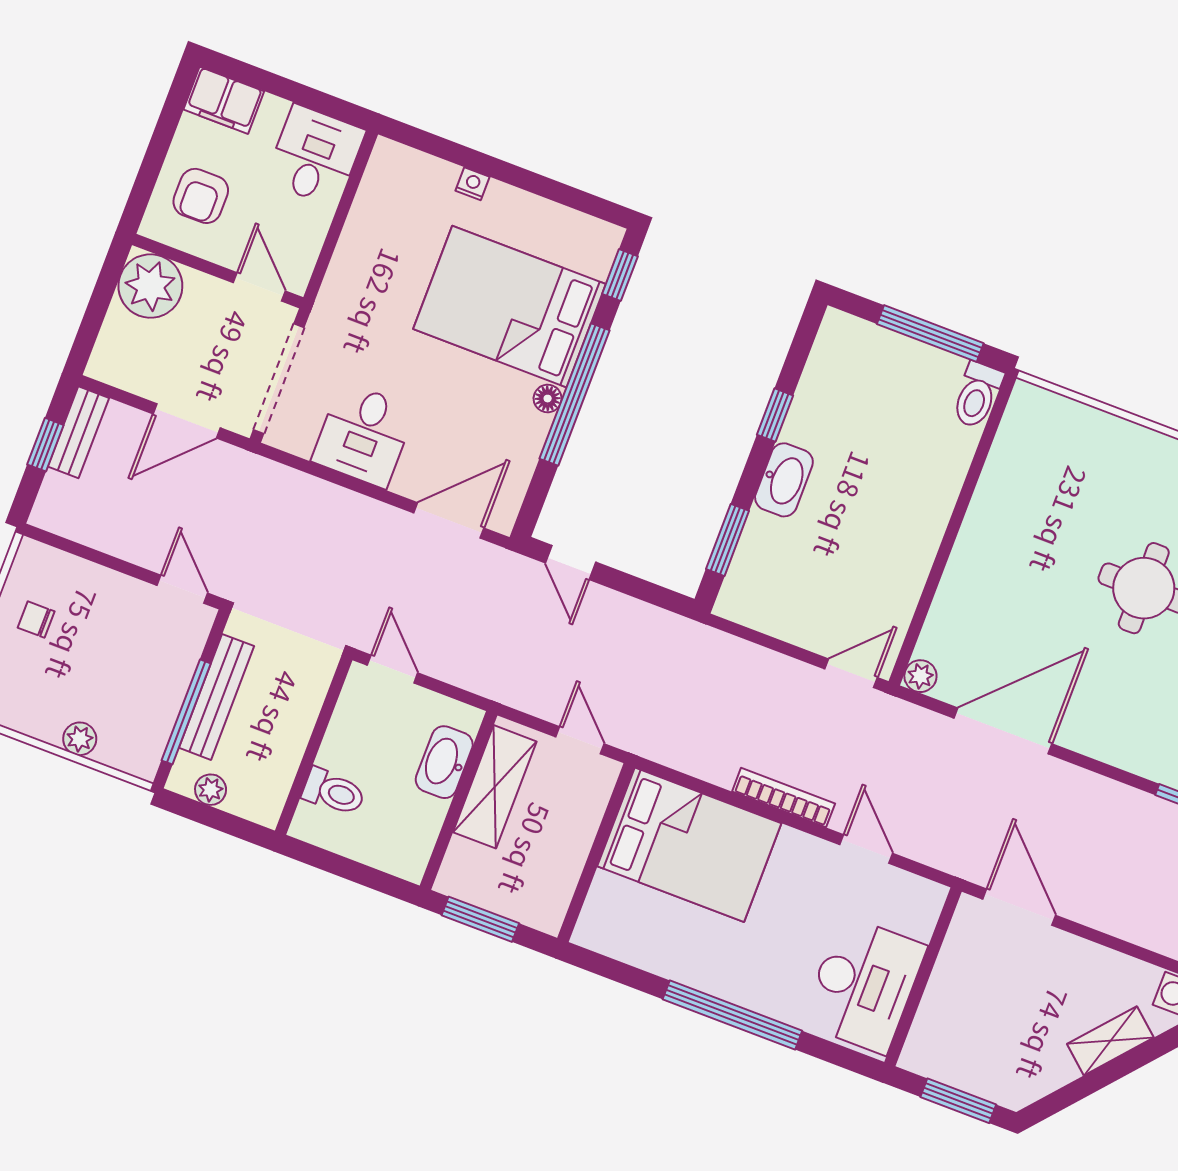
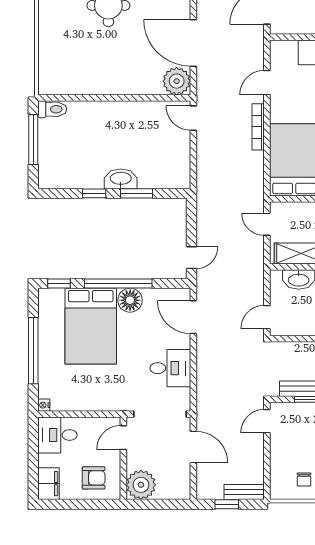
window: (504, 172) -> (33, 351), added
nightstand: (472, 184) -> (44, 405), moved
floor lamp: (548, 399) -> (130, 300), width x1.89, depth x1.89
bench: (78, 432) -> (244, 492), moved
window: (728, 540) -> (136, 193), moved
plant: (920, 676) -> (177, 81), width x1.88, depth x1.88
door: (580, 740) -> (267, 224), hinge flipped

